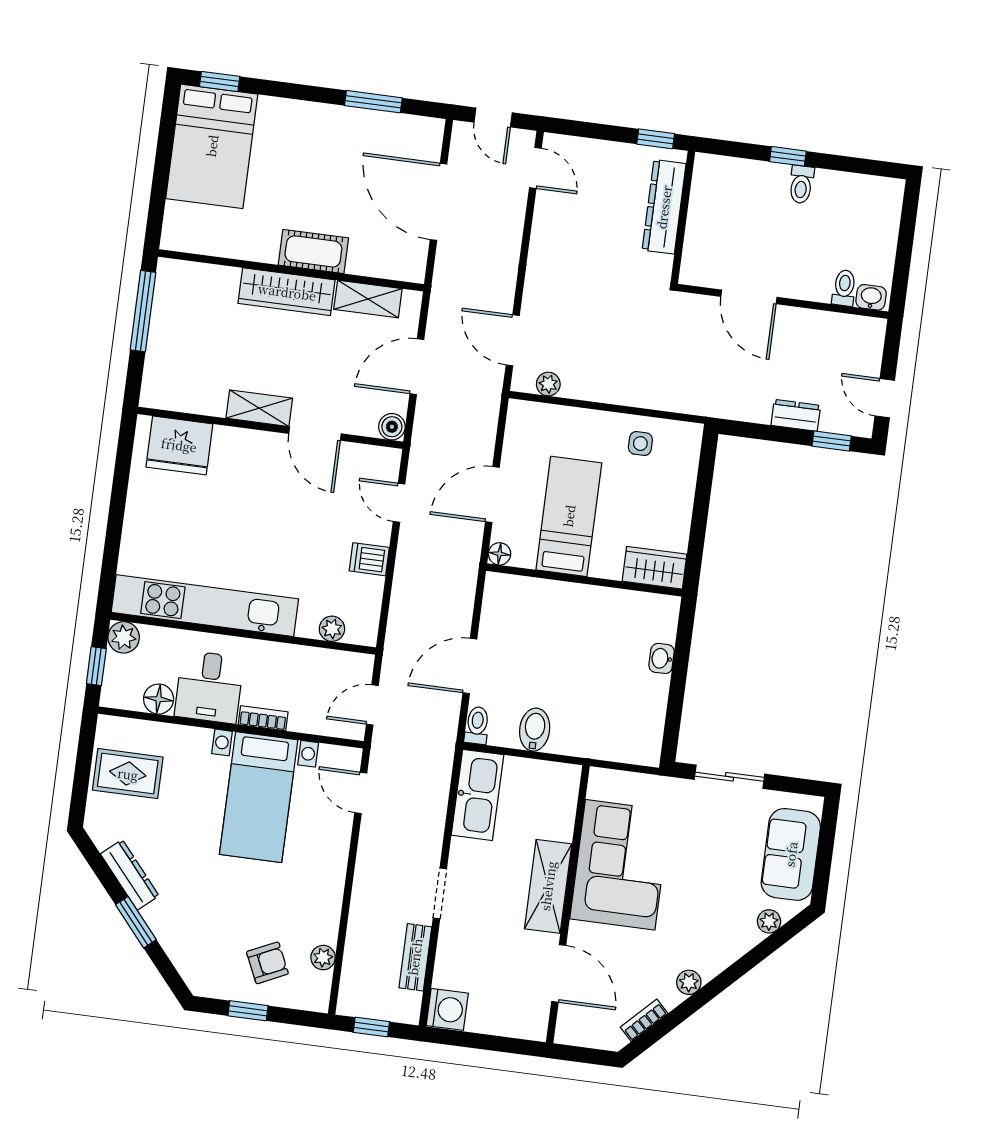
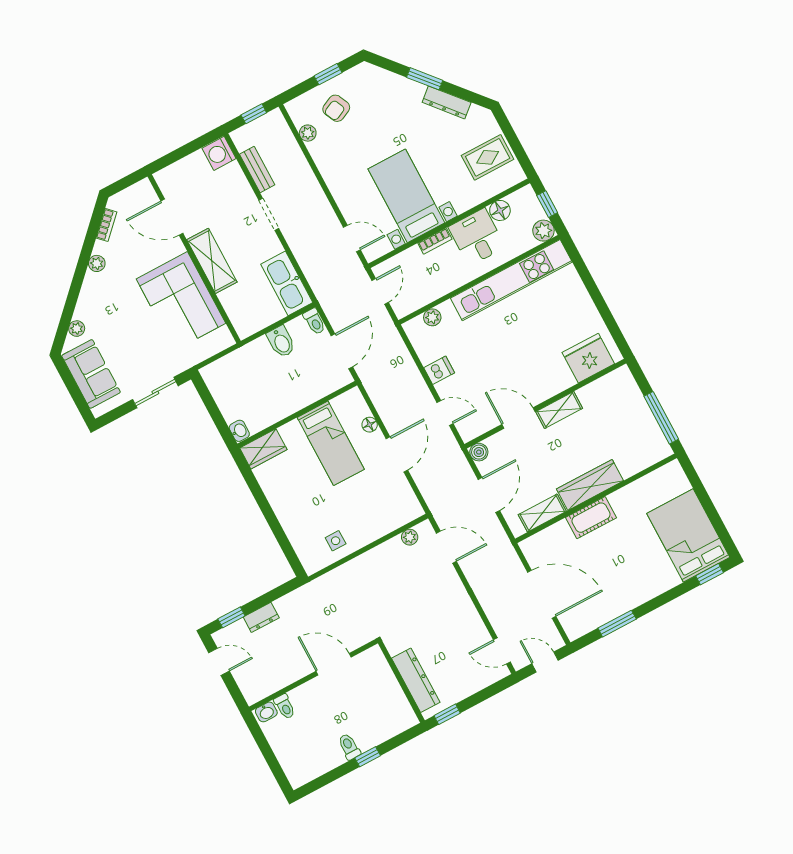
bed: (569, 516) -> (331, 443), moved
wardrobe: (655, 568) -> (263, 449), moved
wall: (584, 580) -> (297, 414), moved

